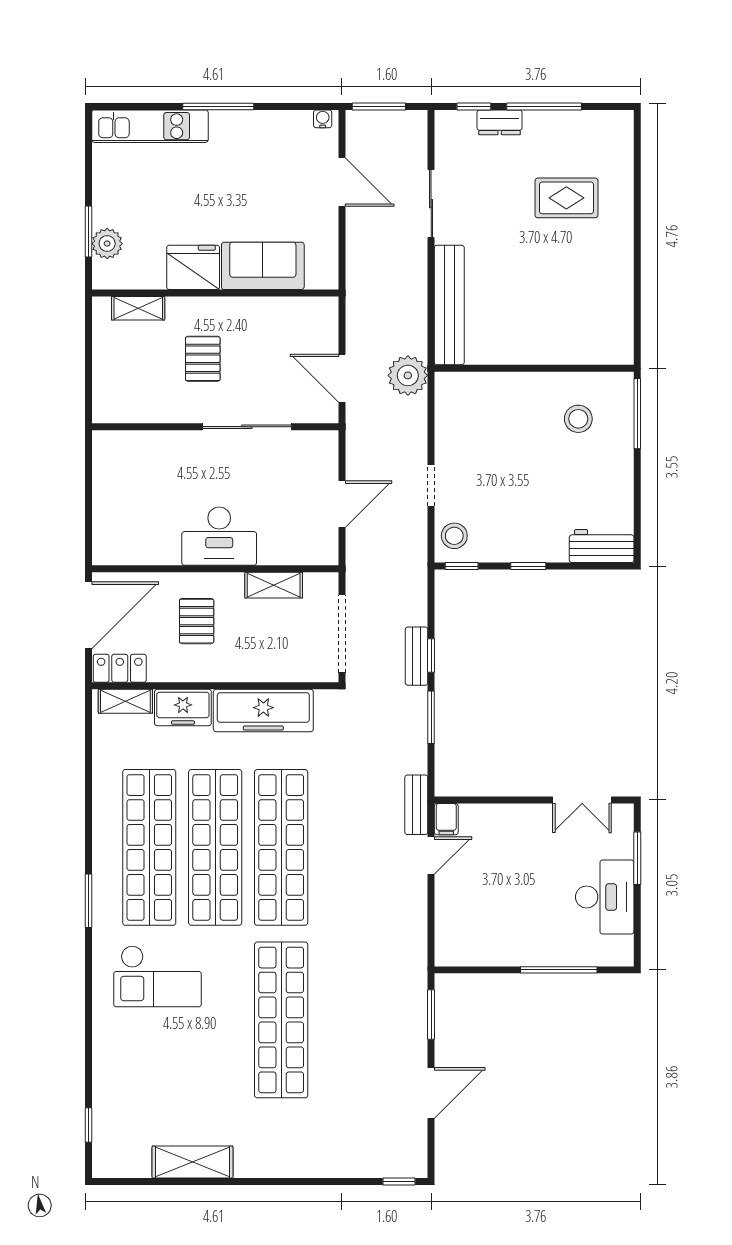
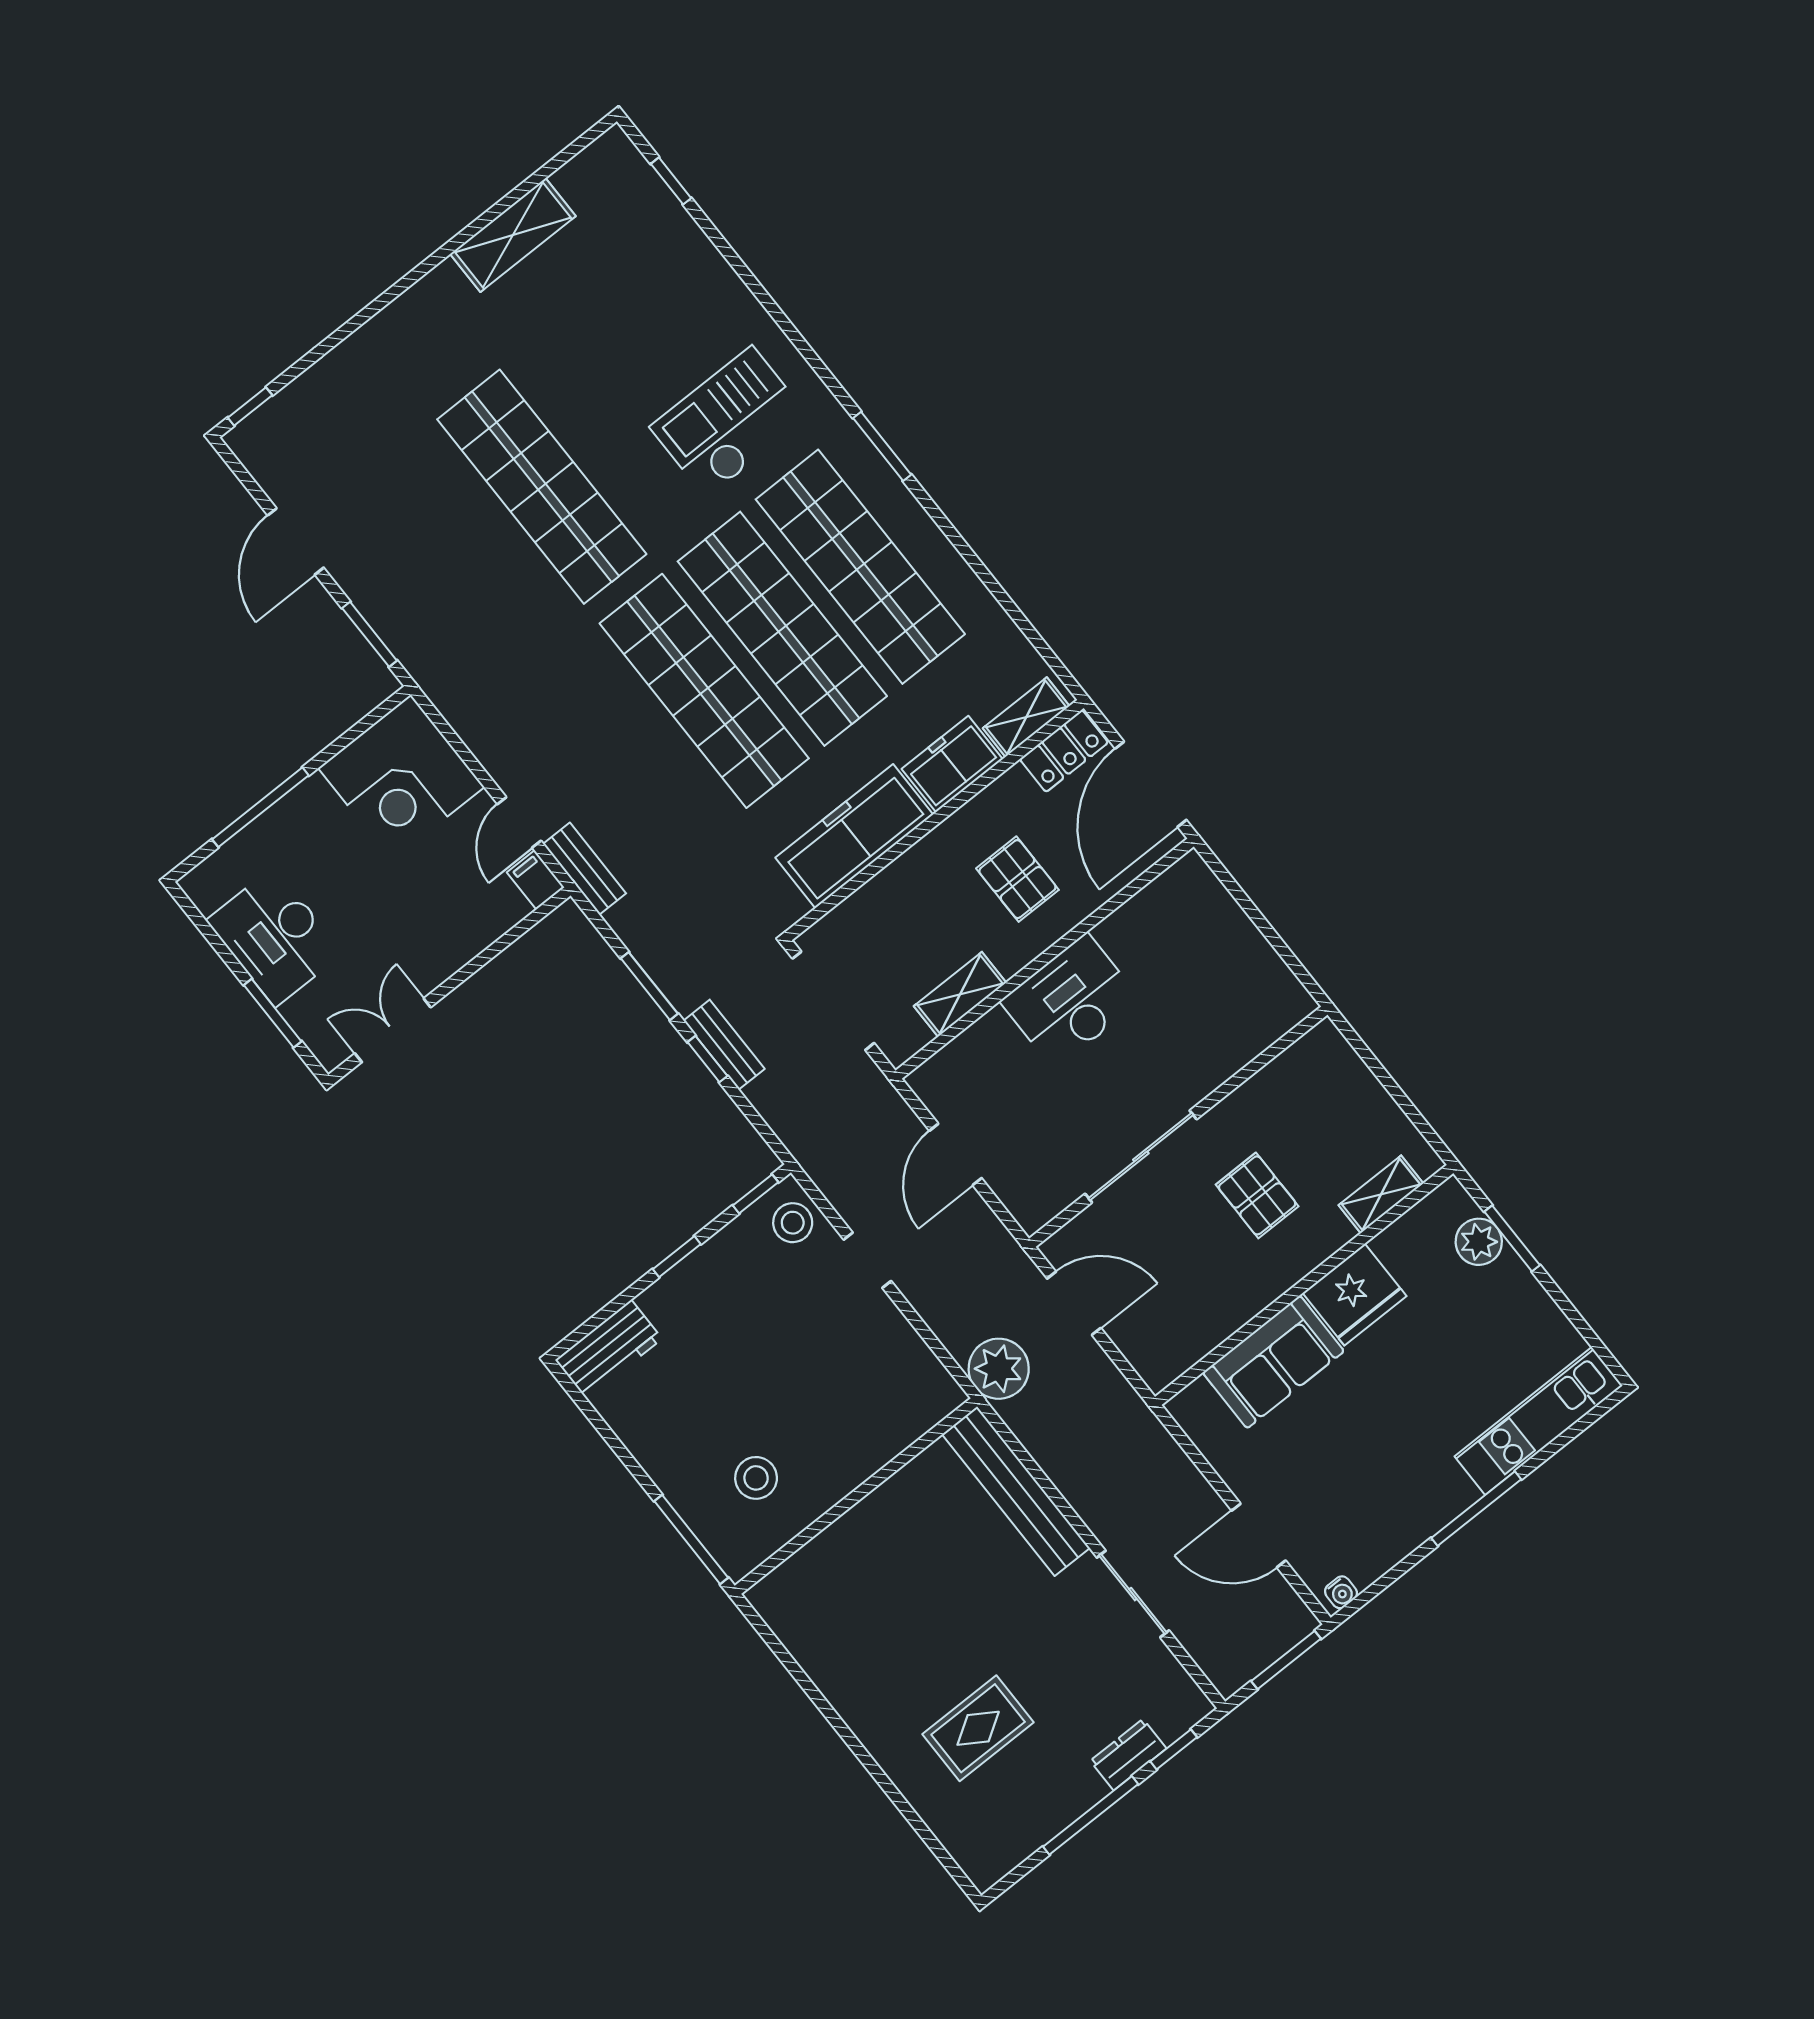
corner desk: (474, 927) -> (401, 778), added

